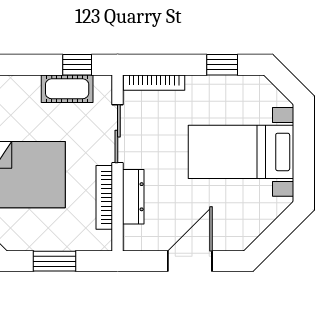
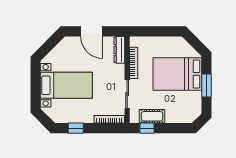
dresser: (133, 197) -> (119, 50), moved
window: (55, 261) -> (158, 31), removed
door: (190, 261) -> (92, 31), hinge flipped

